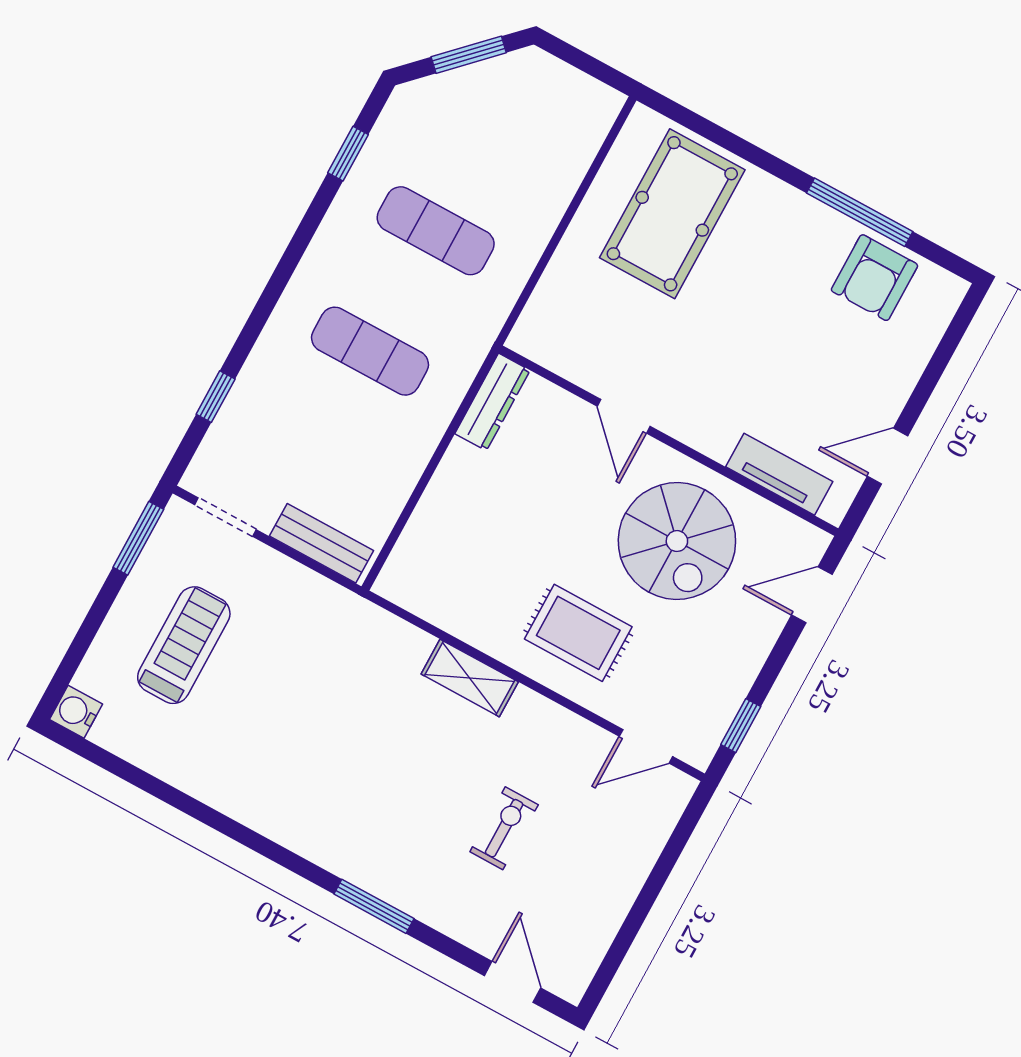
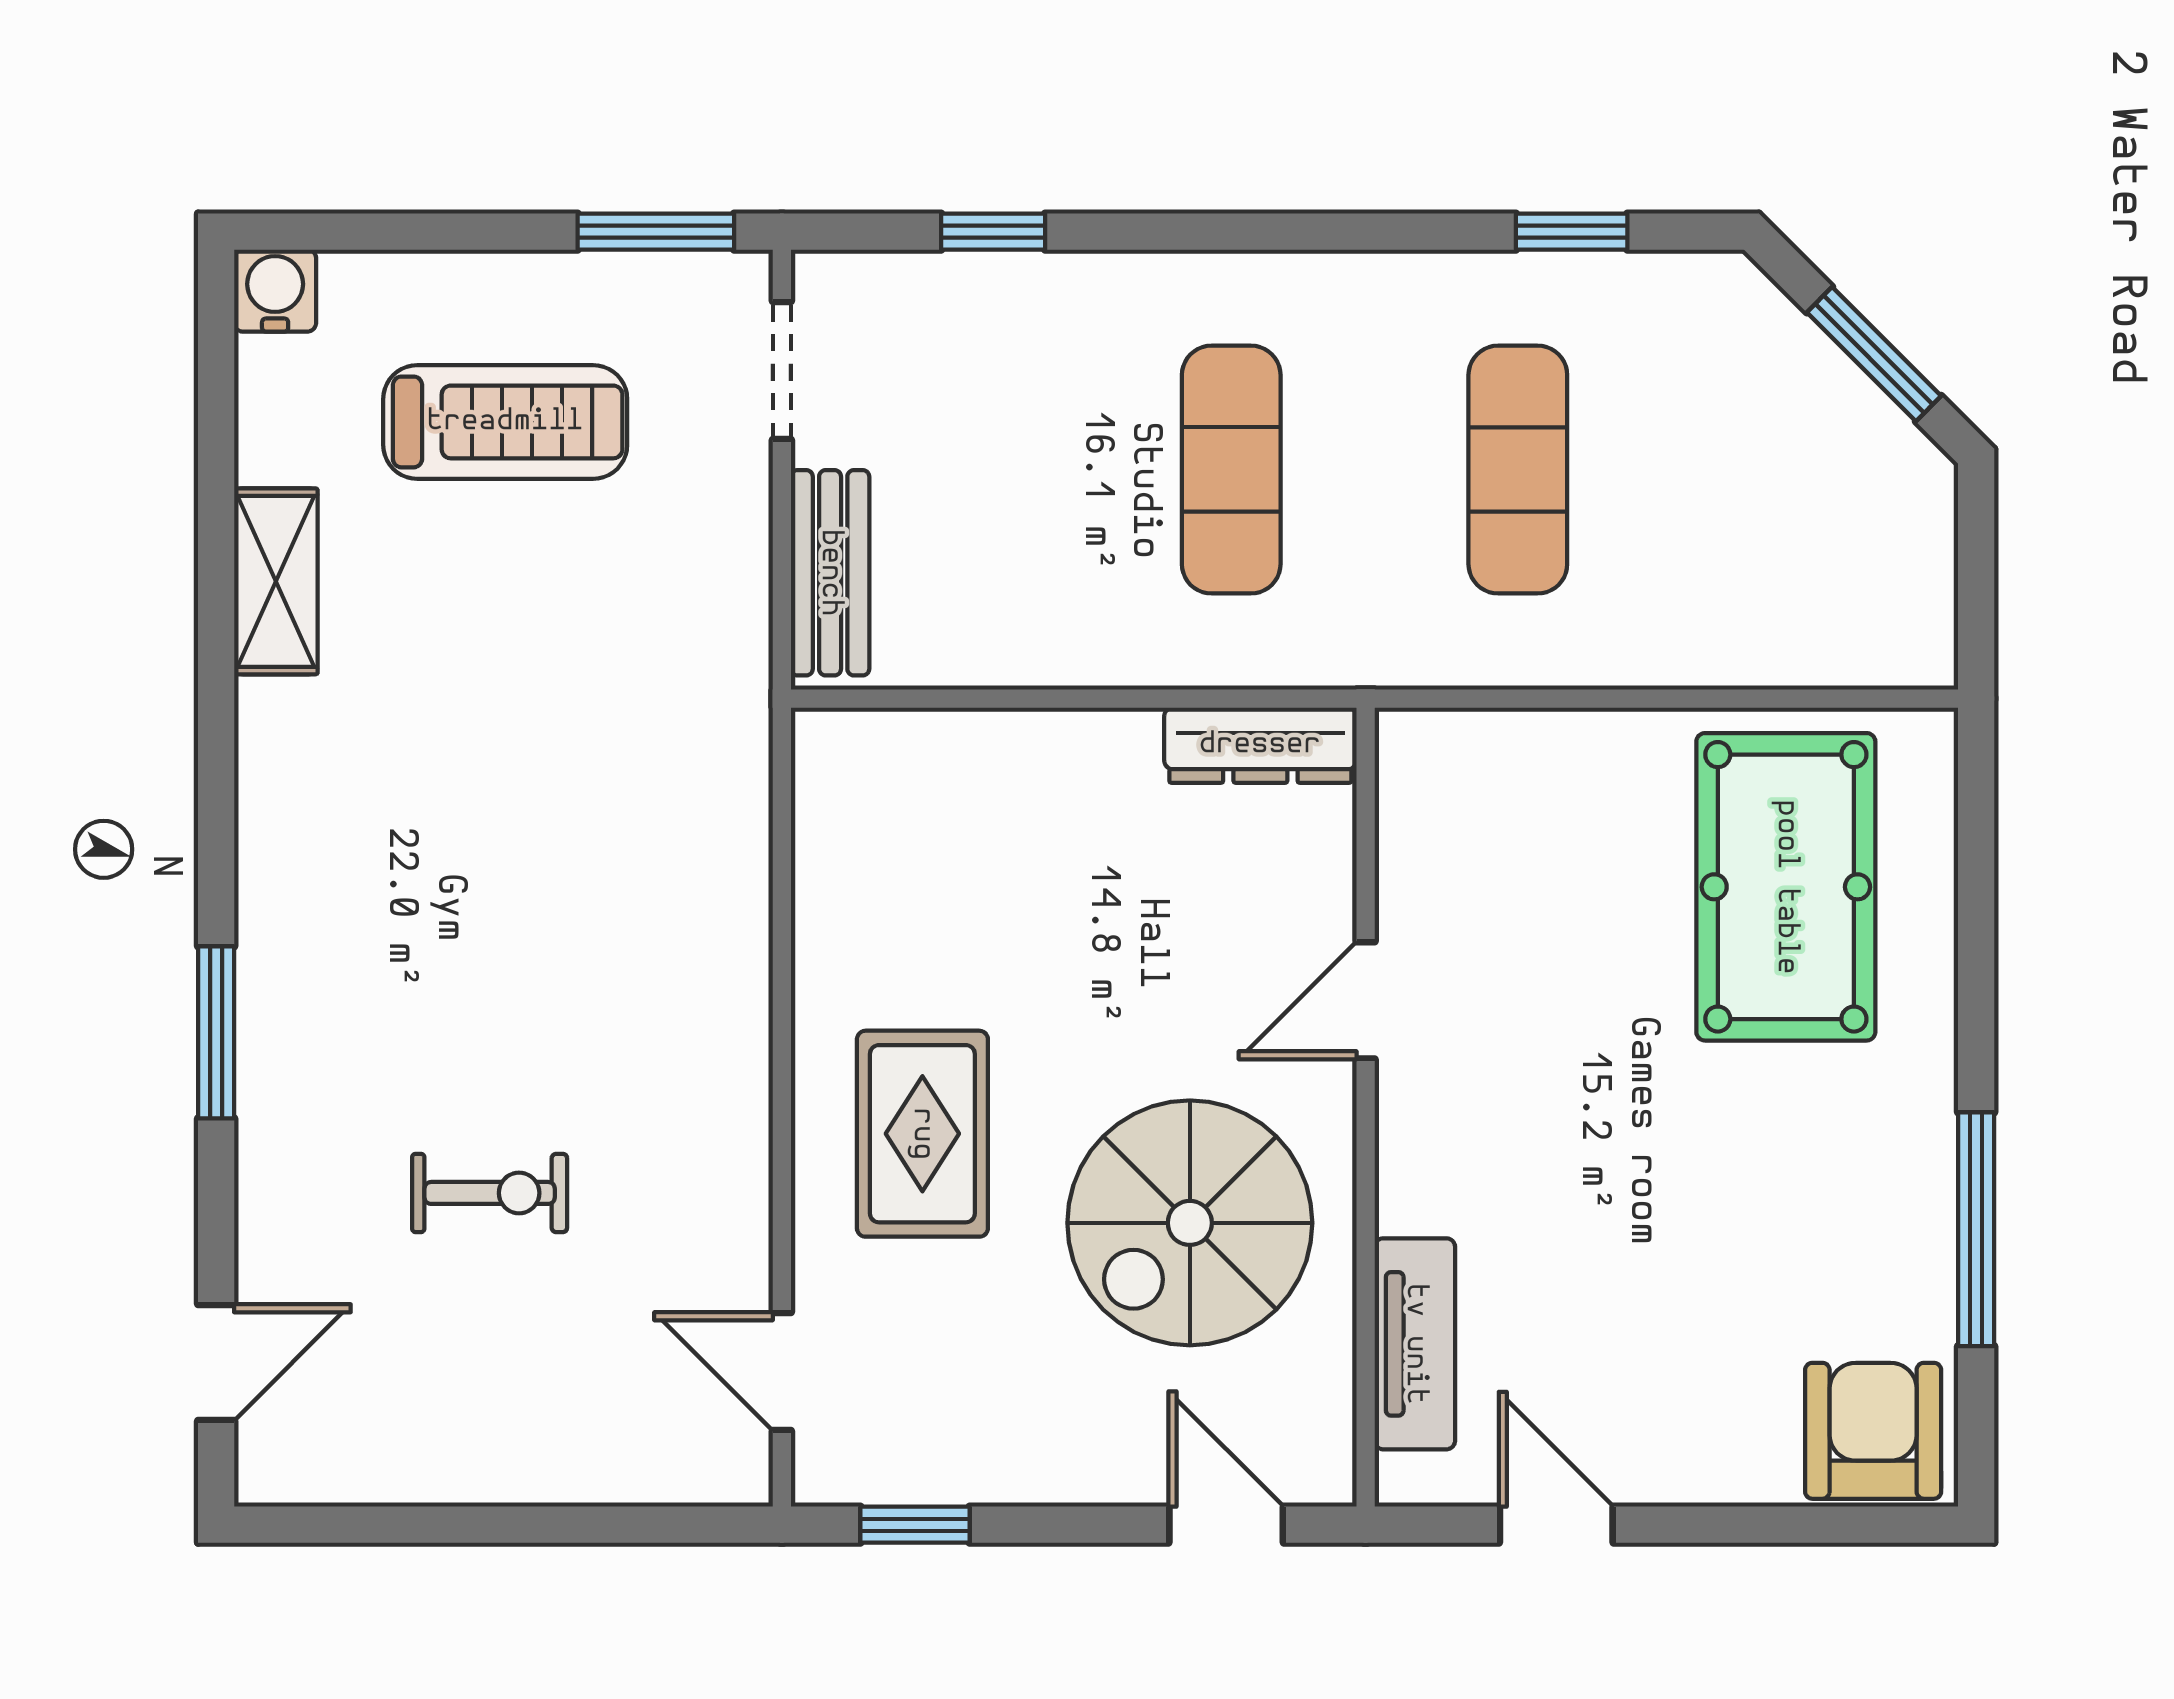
pool table: (672, 214) -> (1786, 887), turned 90
armchair: (874, 278) -> (1873, 1431), moved, turned 90
shelving: (470, 678) -> (276, 581), moved

